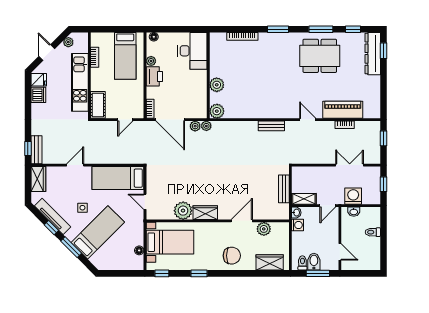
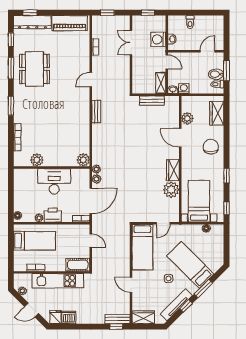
desk: (192, 51) -> (54, 181), moved
plant: (217, 85) -> (37, 160), moved
piano: (343, 110) -> (70, 23), moved, turned -90

